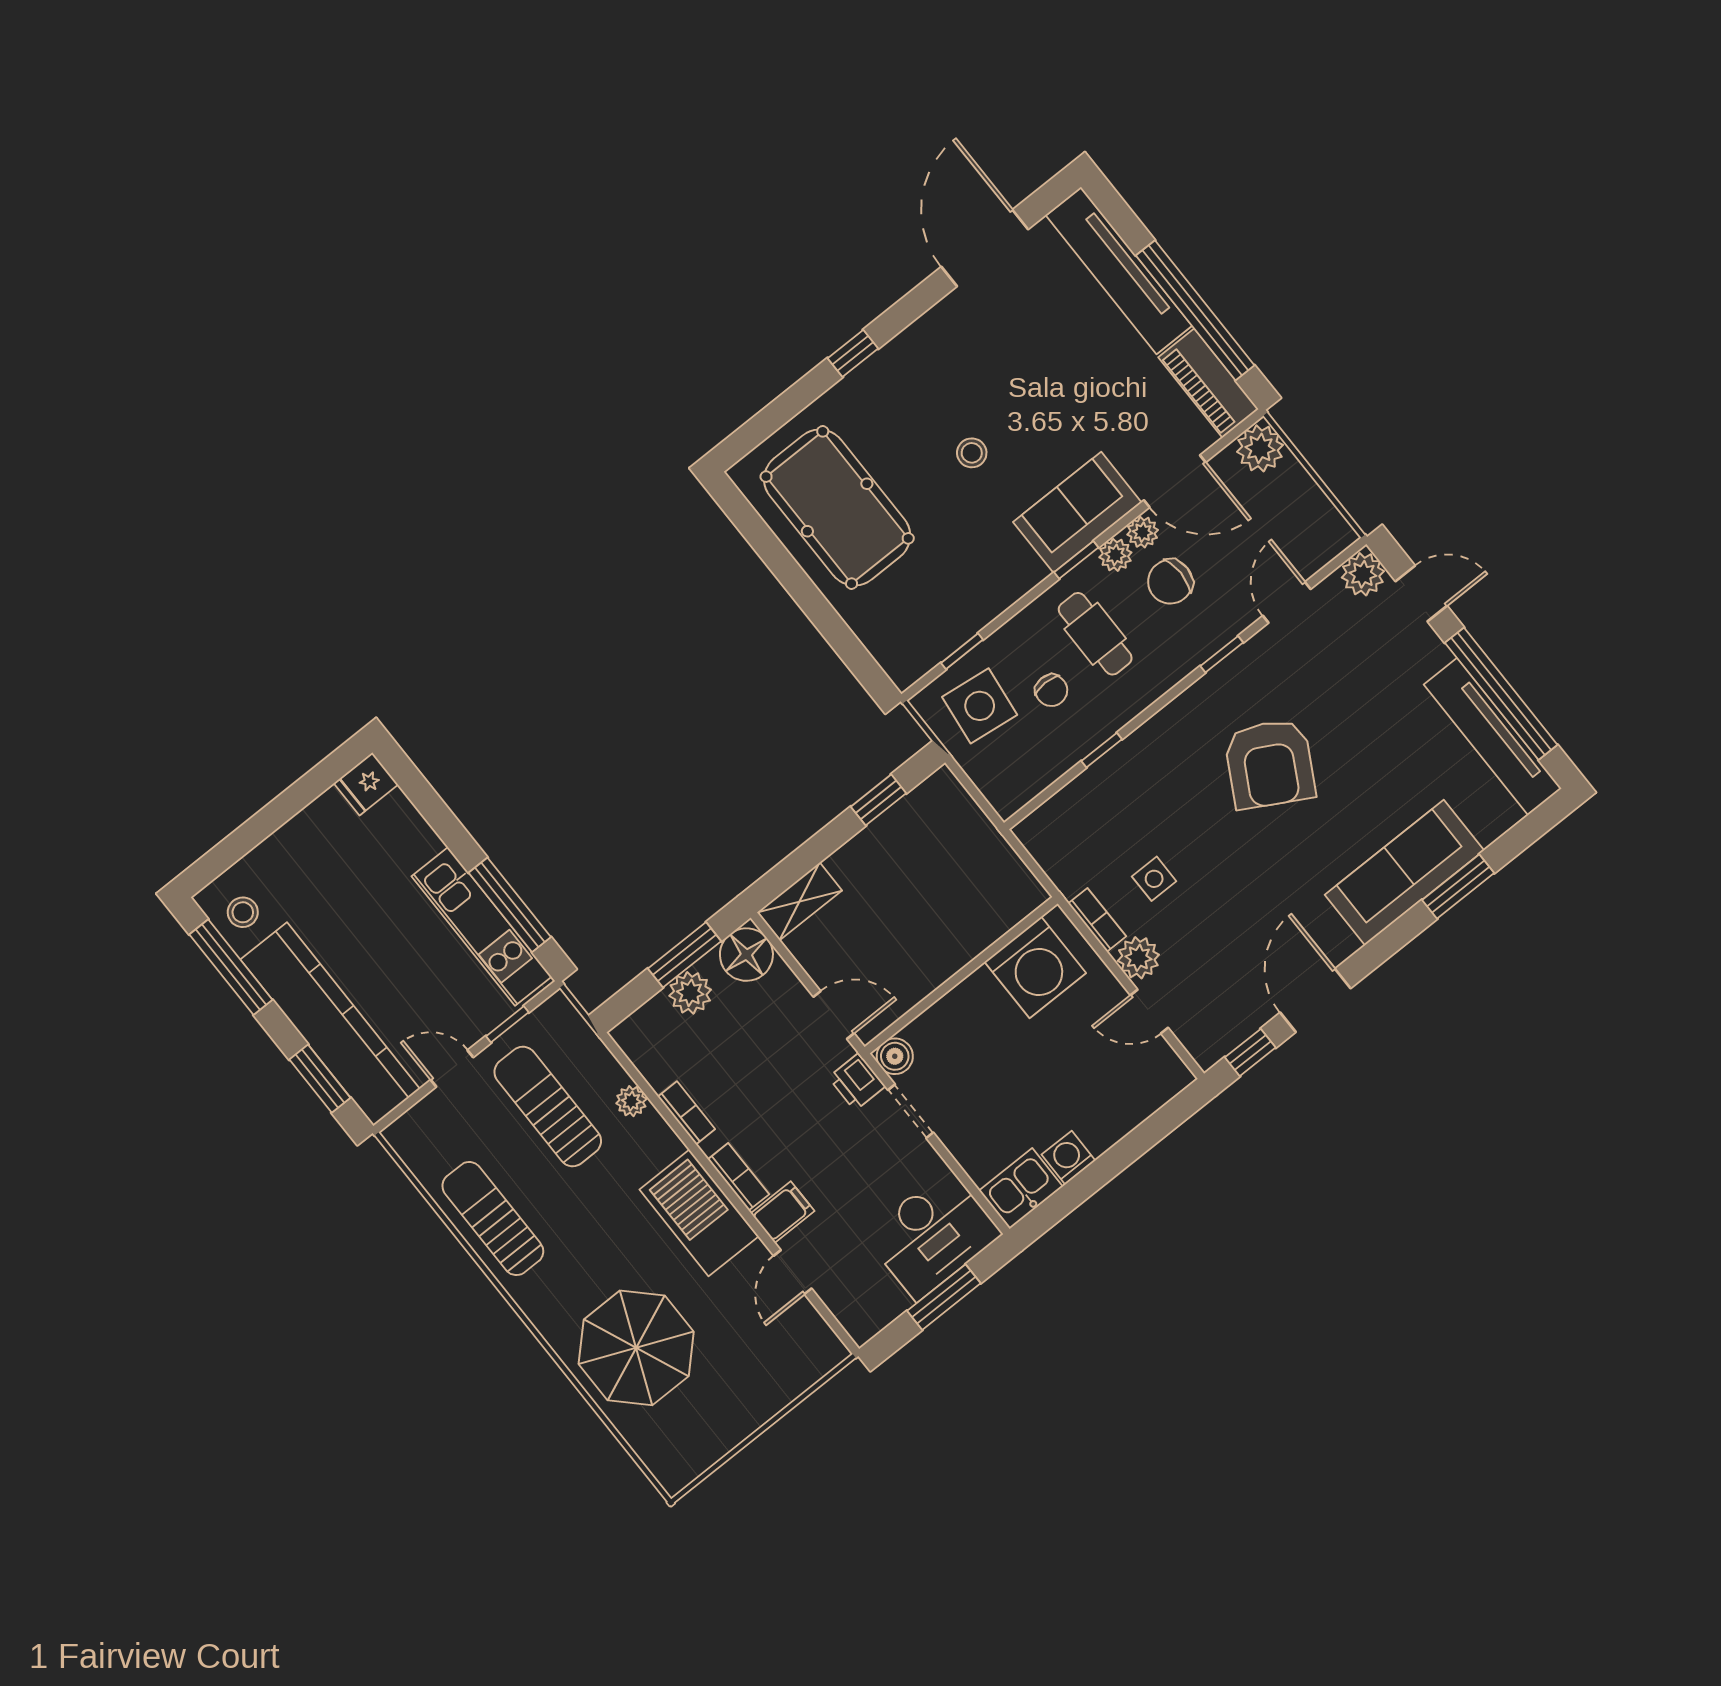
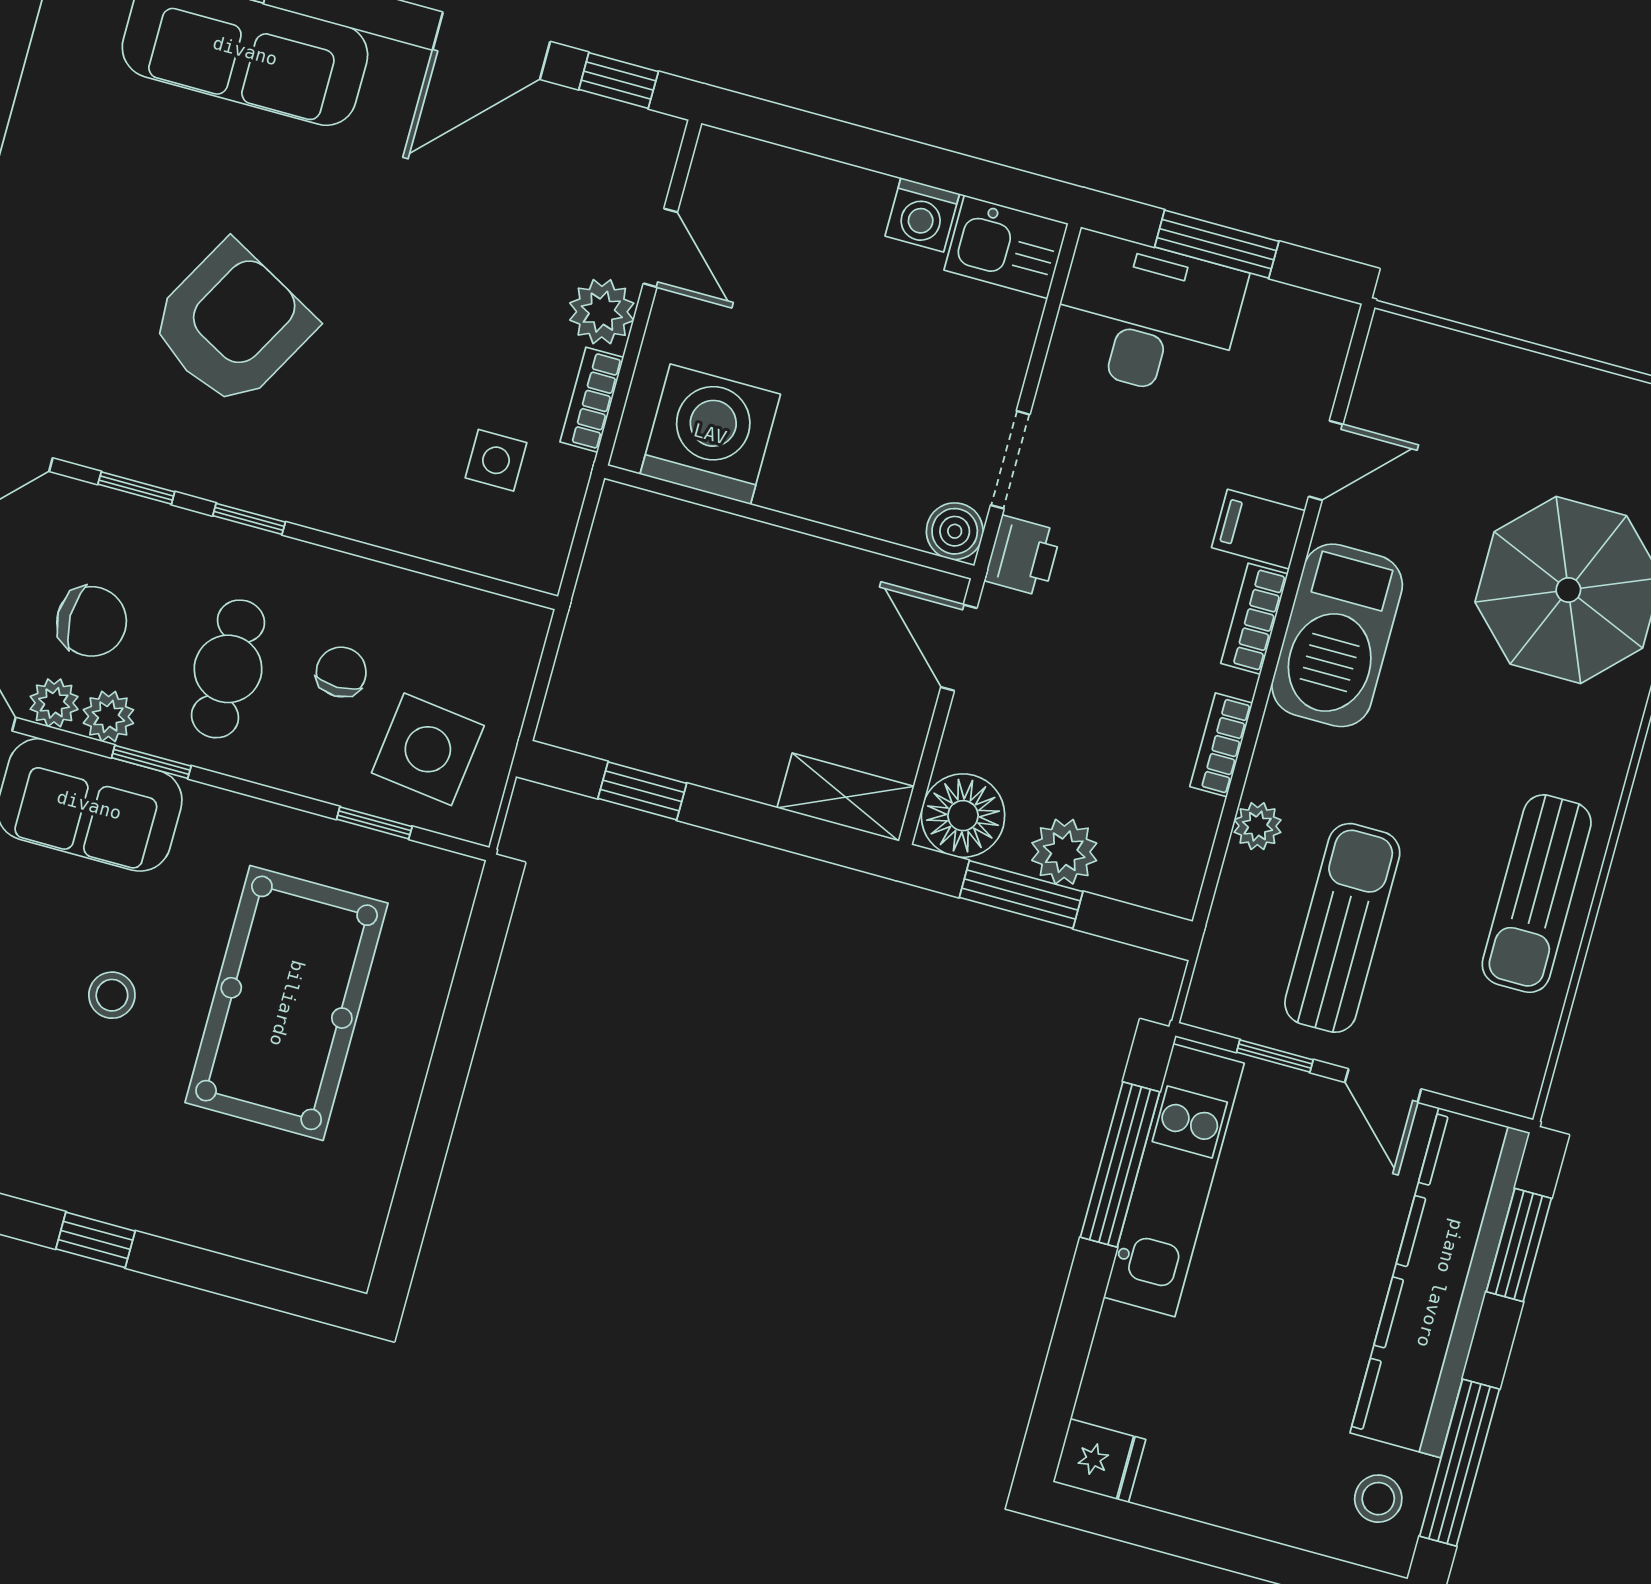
pool table: (837, 507) -> (287, 1003), moved
window: (1102, 750) -> (249, 519), moved
side table: (1154, 879) -> (496, 460), moved
sun lounger: (548, 1106) -> (1342, 928), turned 180

